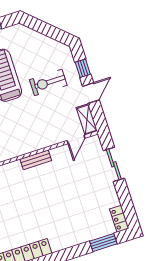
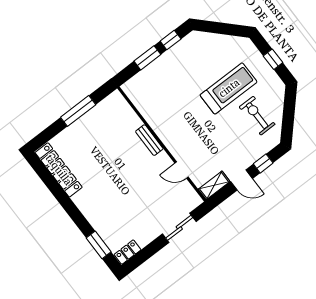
exercise bike: (48, 82) -> (257, 116), moved
door: (76, 139) -> (182, 170), moved
bench: (36, 160) -> (149, 140), moved

